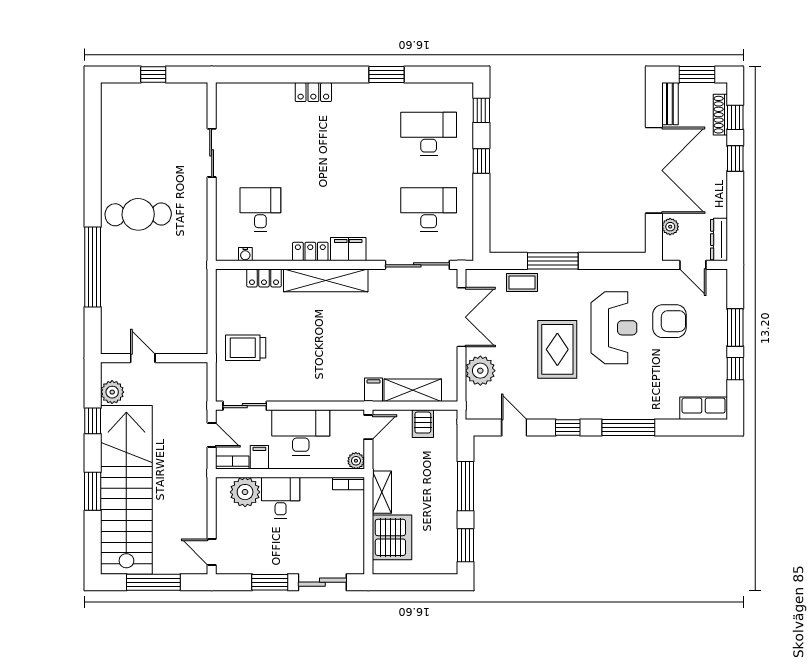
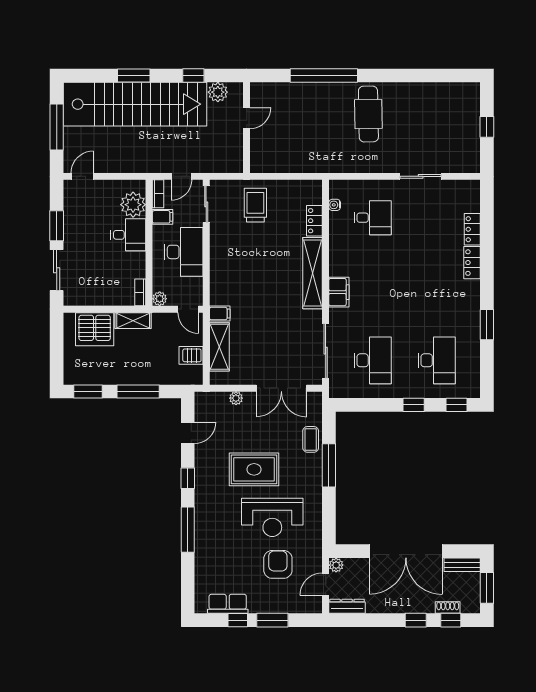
shoe rack: (720, 115) -> (448, 607), width x0.70
plant: (670, 227) -> (336, 565), moved
locker: (310, 252) -> (472, 229), moved, turned 180
armchair: (669, 321) -> (278, 564), turned 180
plant: (480, 371) -> (236, 398), width x0.53, depth x0.53
row of seats: (704, 408) -> (228, 604), moved, turned -90

